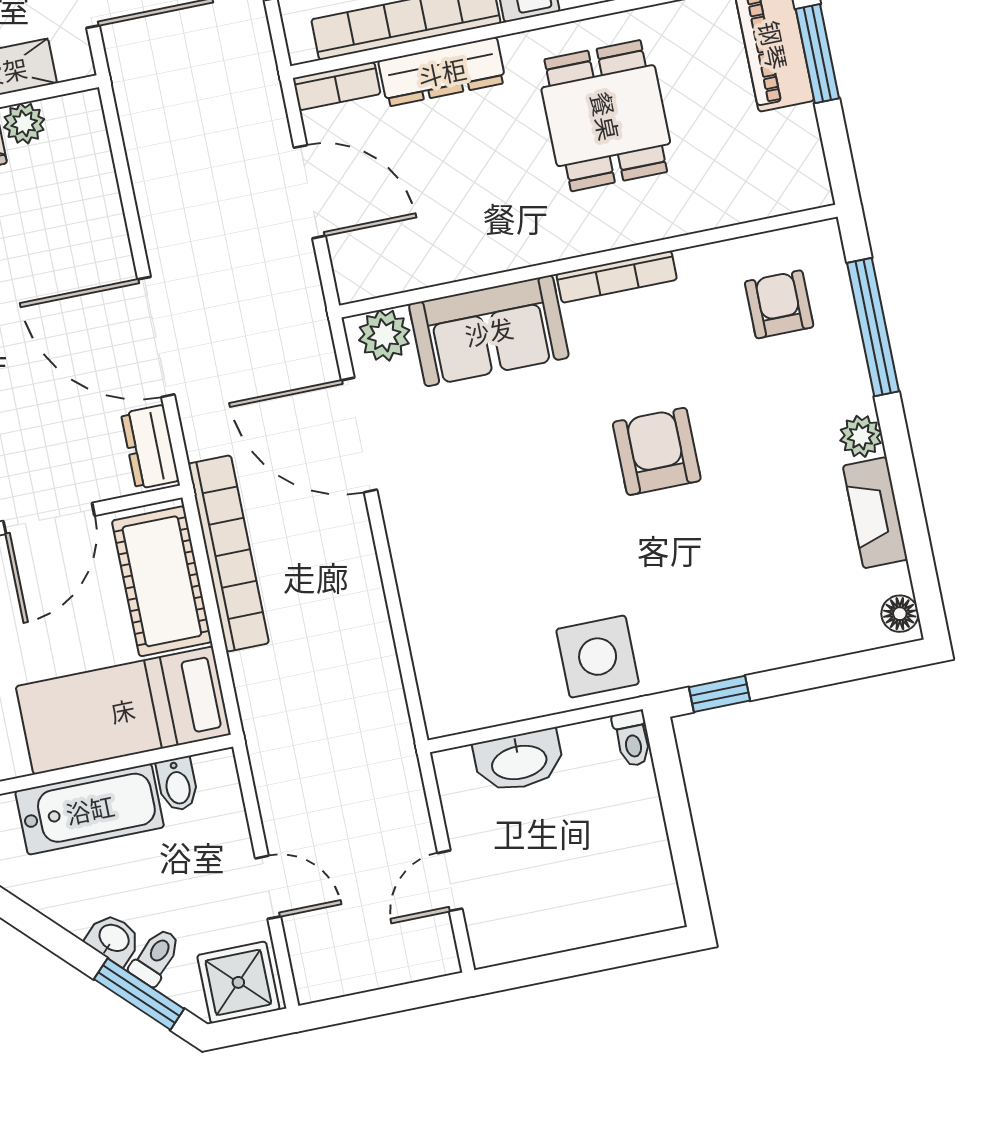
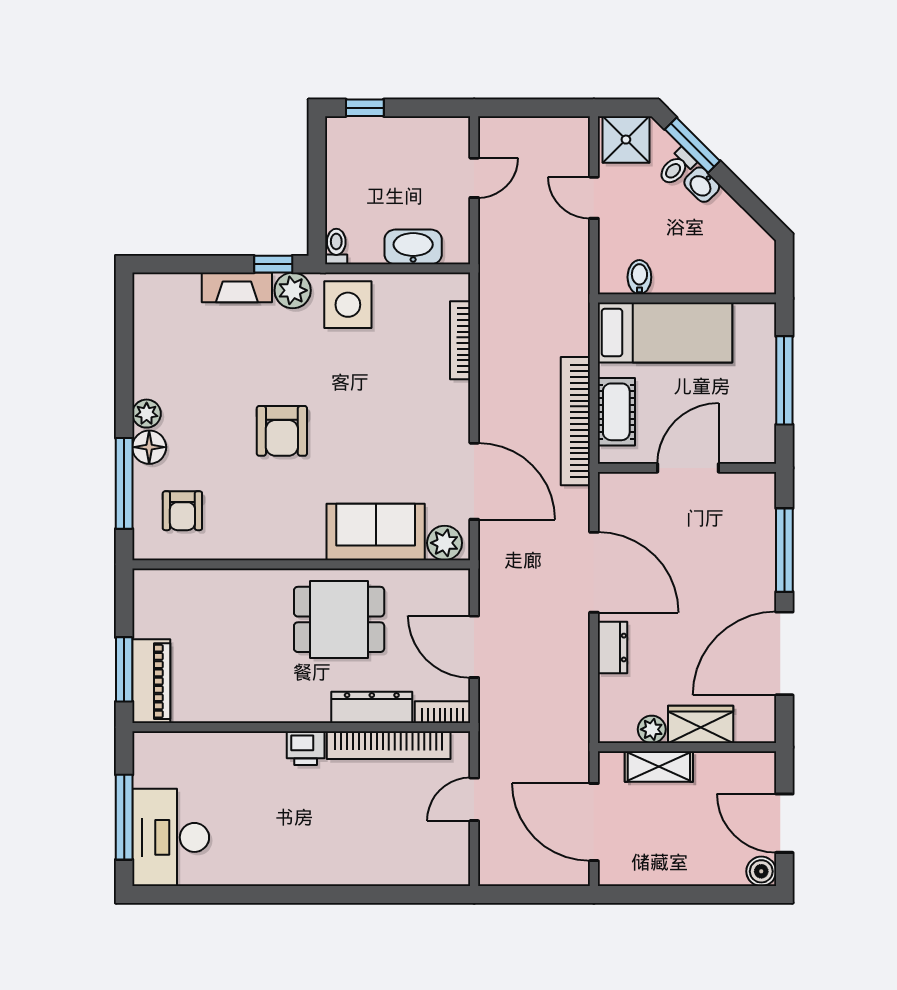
dining table: (606, 116) -> (339, 619), moved, turned 90
bookcase: (617, 277) -> (460, 340), moved, turned -90
dresser: (150, 447) -> (613, 648), moved
fireplace: (875, 513) -> (237, 287), moved, turned 90
cot: (162, 581) -> (616, 412), width x0.73, depth x0.75
floor lamp: (900, 614) -> (149, 447), moved, width x1.37, depth x1.37
plant: (683, 661) -> (293, 290), added
bathtub: (90, 809) -> (700, 272), removed
window: (632, 951) -> (365, 108), added

